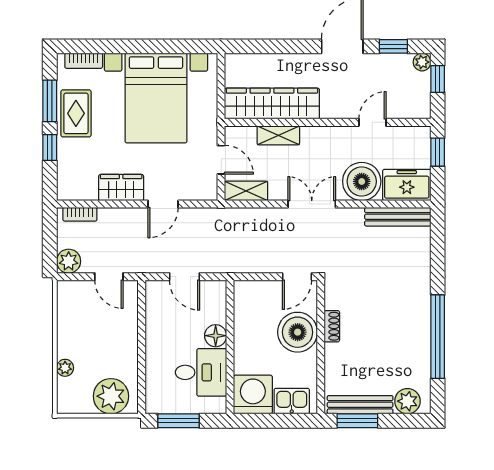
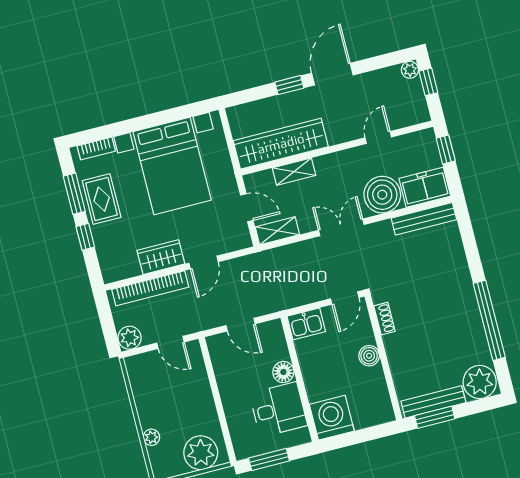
window: (393, 46) -> (289, 85), moved
bookcase: (80, 214) -> (150, 288), width x2.31, depth x1.31
shoe rack: (332, 326) -> (384, 319), moved
boiler: (298, 332) -> (369, 356), width x0.54, depth x0.54
kitchen sink: (292, 401) -> (306, 324), moved, turned 180
plant: (407, 401) -> (480, 382), width x1.36, depth x1.36

